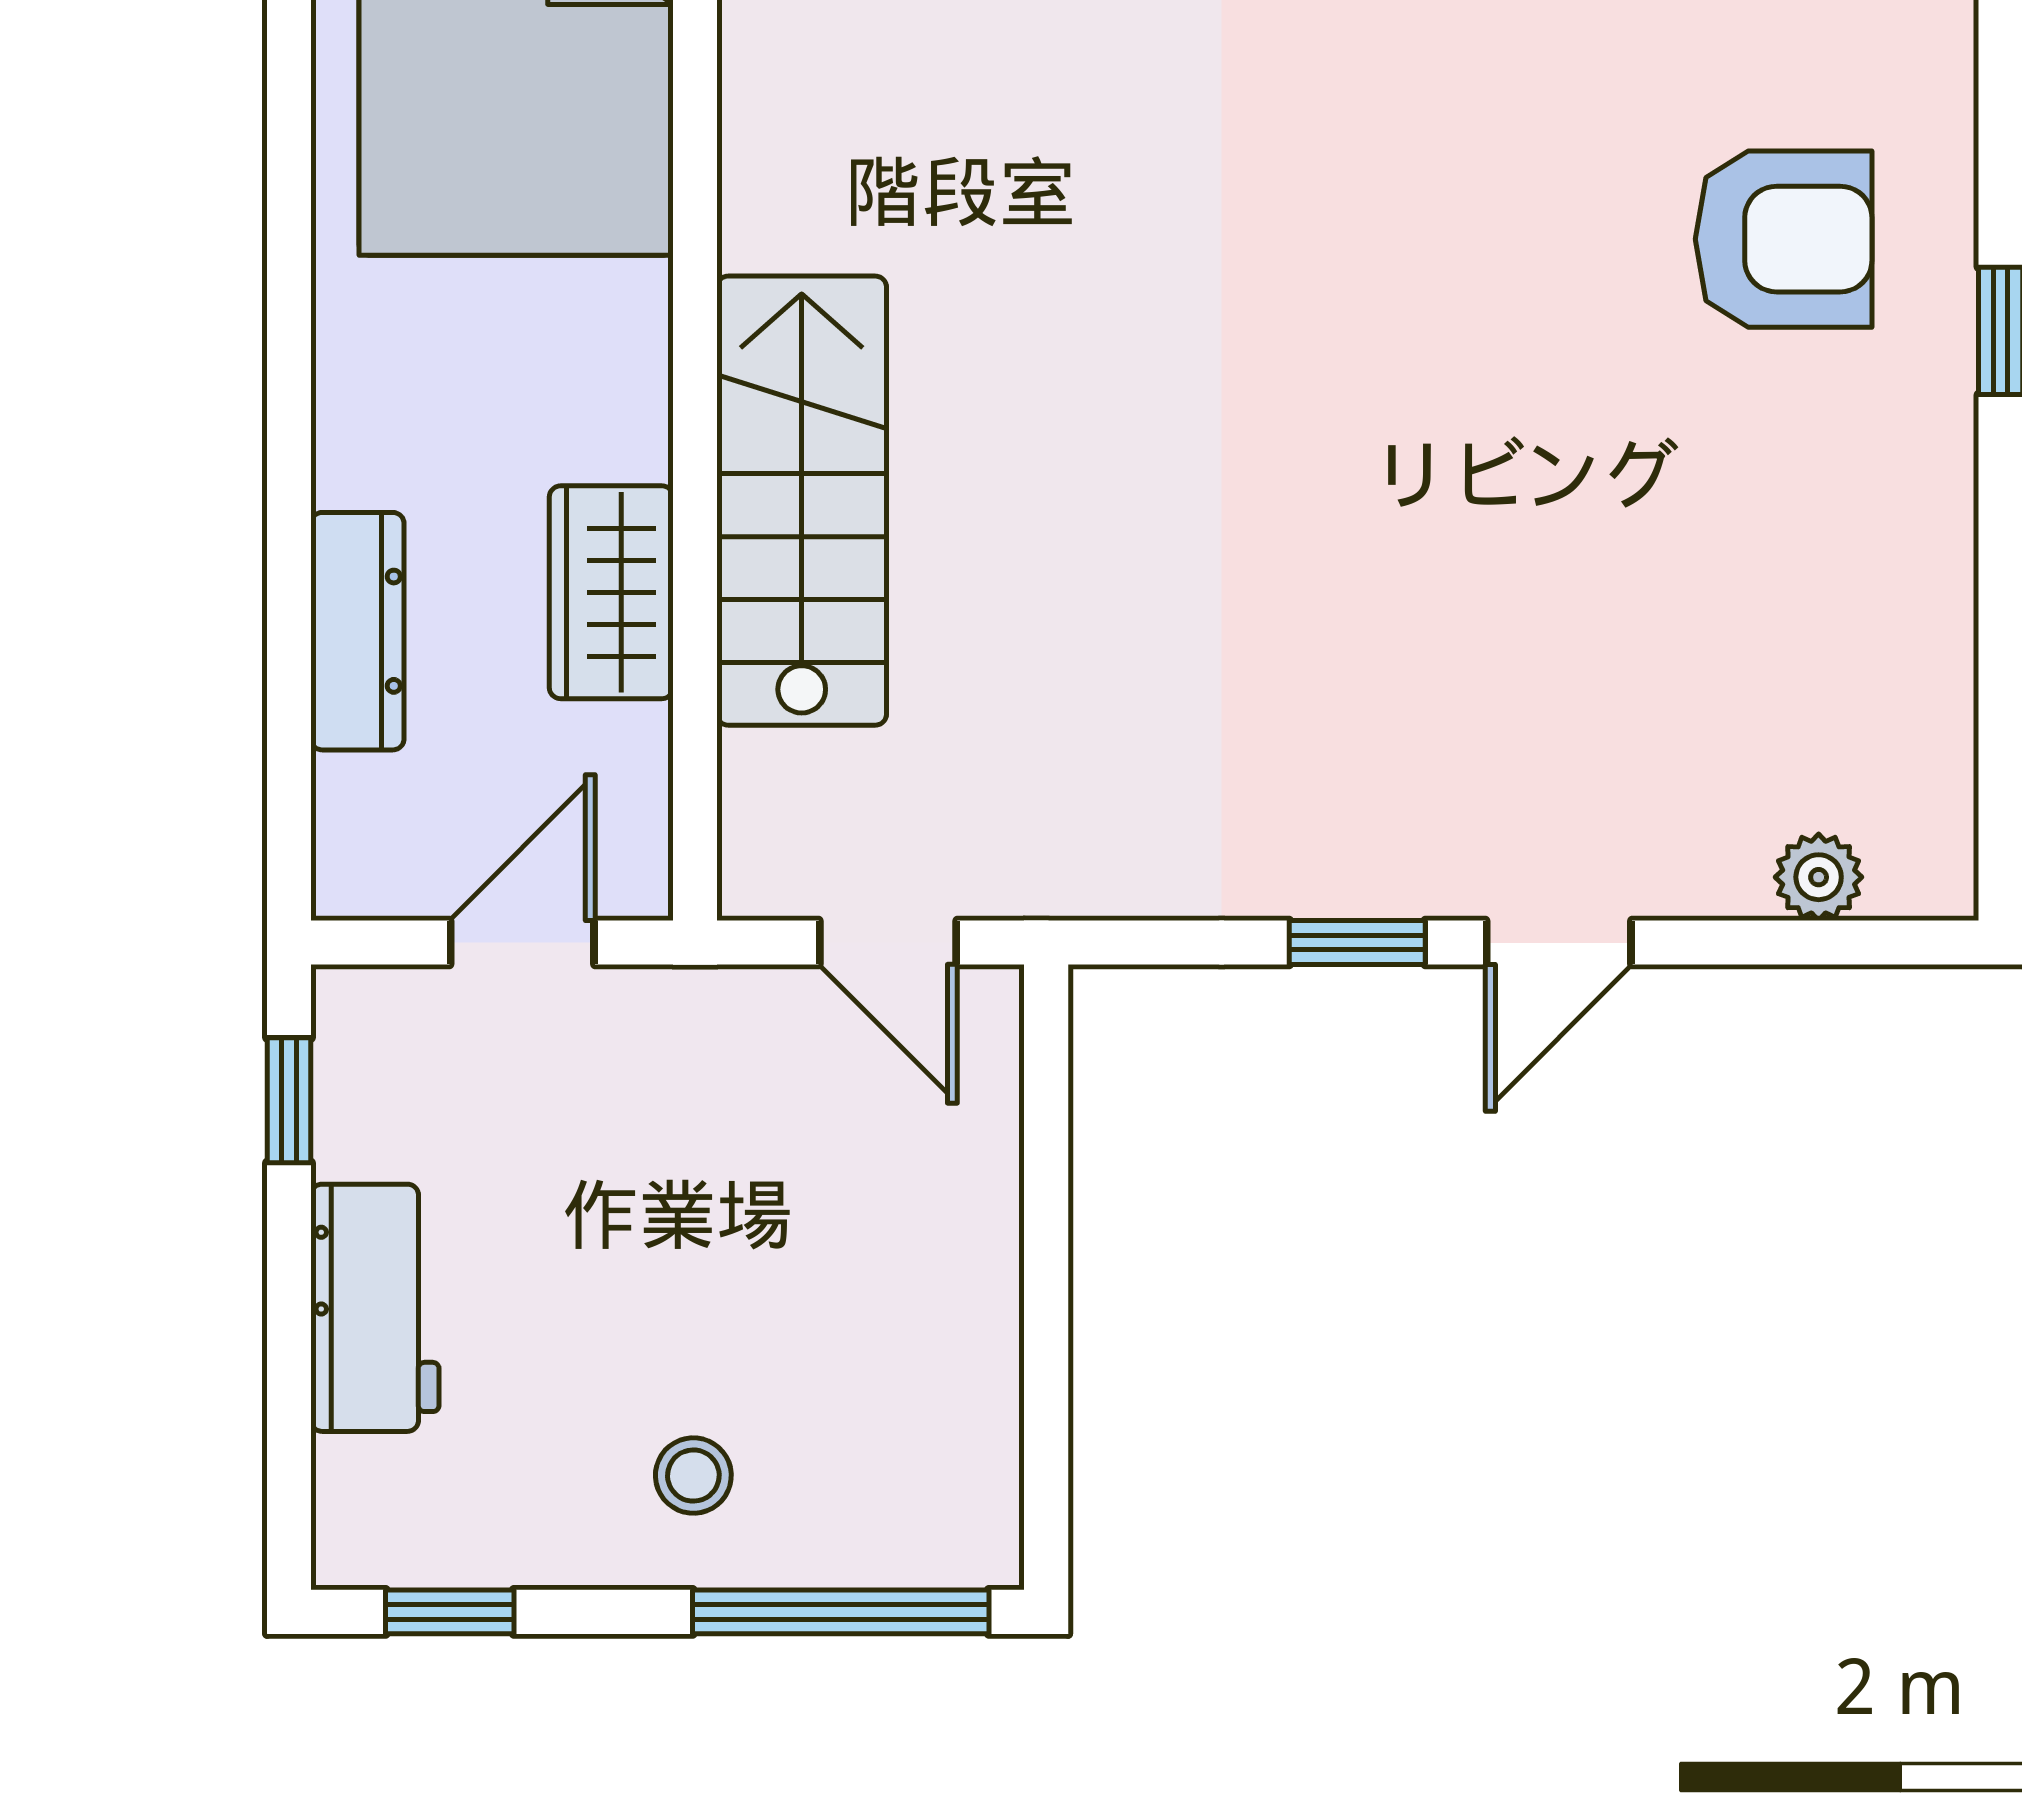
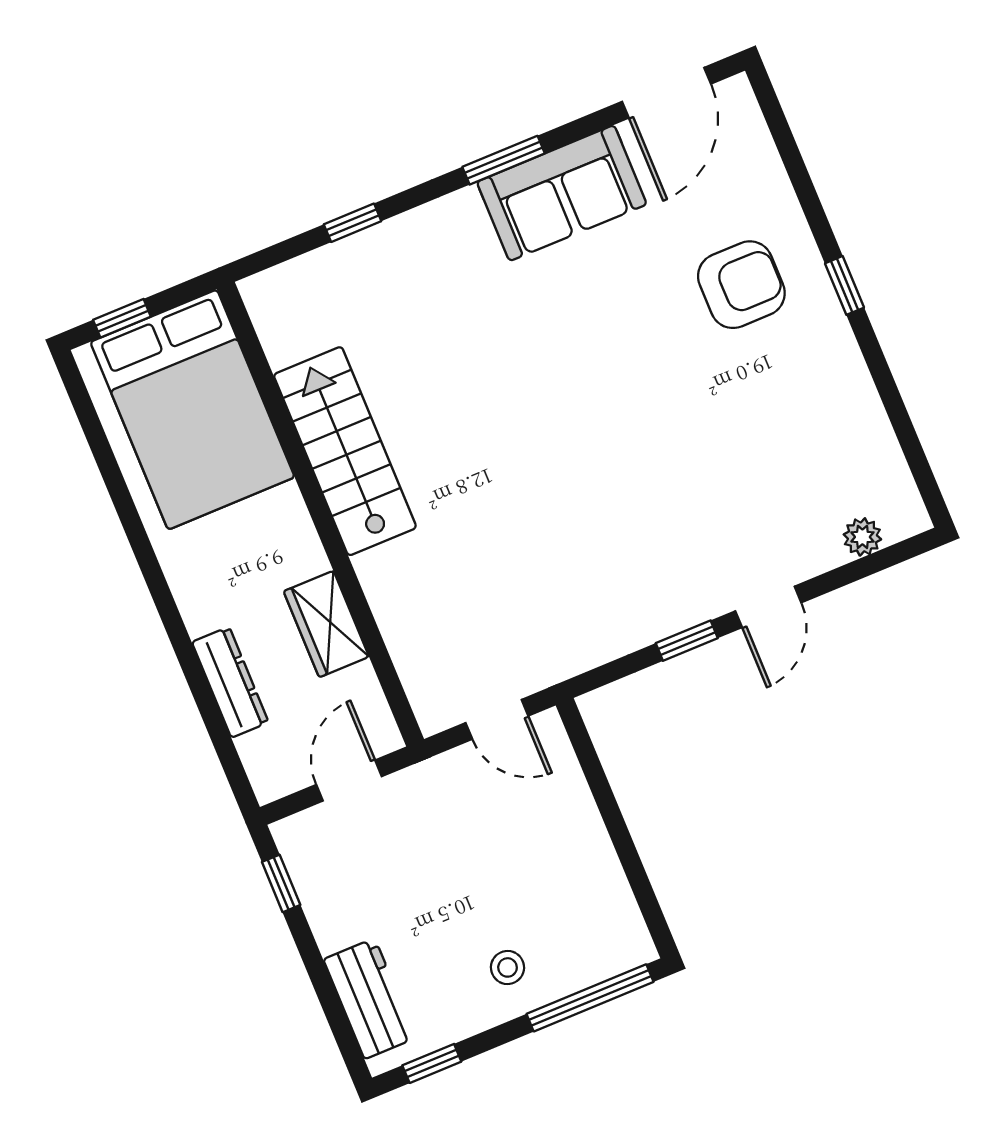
stairs: (802, 501) -> (345, 451), moved
workbench: (375, 1308) -> (370, 999), moved

